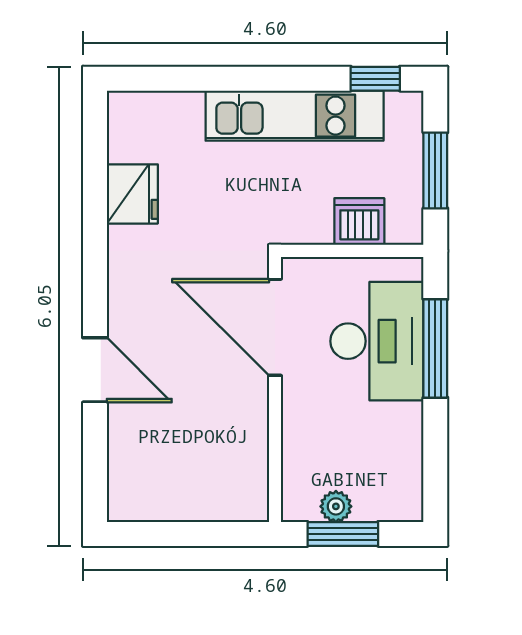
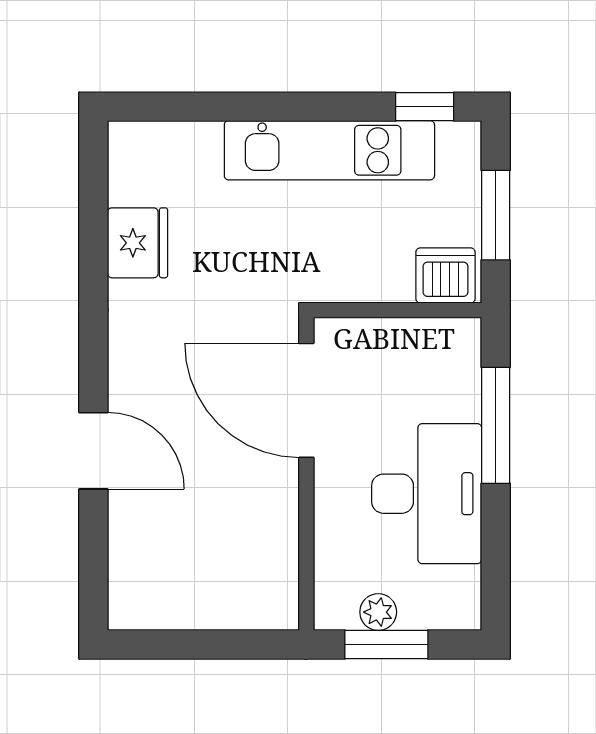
dishwasher: (359, 222) -> (445, 275), moved
desk: (377, 341) -> (427, 494), moved

